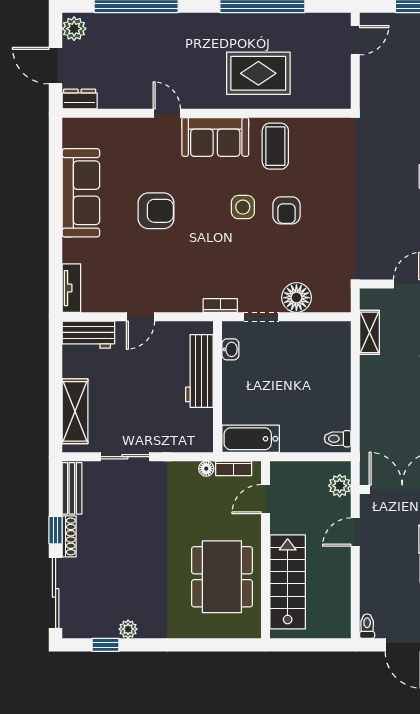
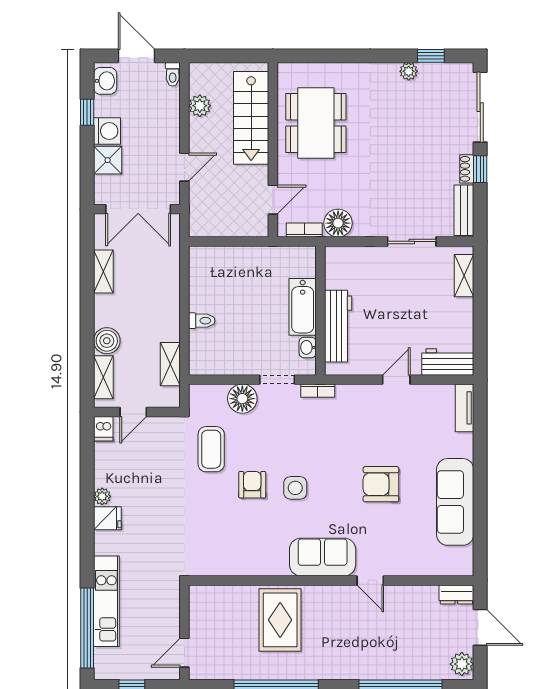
rug: (258, 73) -> (280, 620), turned 90
coffee table: (275, 146) -> (211, 449), moved
shelving: (75, 411) -> (464, 276), width x0.67, depth x0.75
bathtub: (251, 439) -> (303, 307), moved, turned 90
toilet: (338, 439) -> (202, 321), moved
floor lamp: (206, 469) -> (338, 223), width x1.89, depth x1.89
plant: (340, 486) -> (200, 106), moved
shoe rack: (69, 536) -> (467, 169), width x0.70

